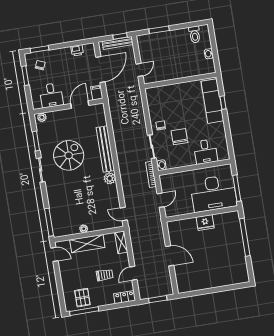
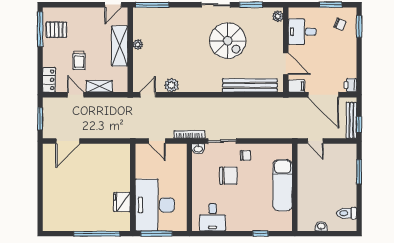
printer: (77, 50) -> (350, 85), moved
exam couch: (212, 101) -> (283, 185), moved, turned -90
bench: (105, 149) -> (250, 85), moved
desk: (206, 152) -> (213, 217), moved, turned -90
plant: (110, 178) -> (172, 85), moved
fridge: (205, 223) -> (122, 202), moved
shelving: (121, 242) -> (99, 86), moved
door: (170, 256) -> (68, 141), moved

